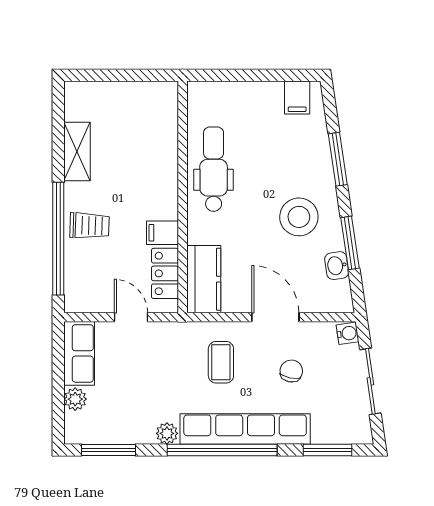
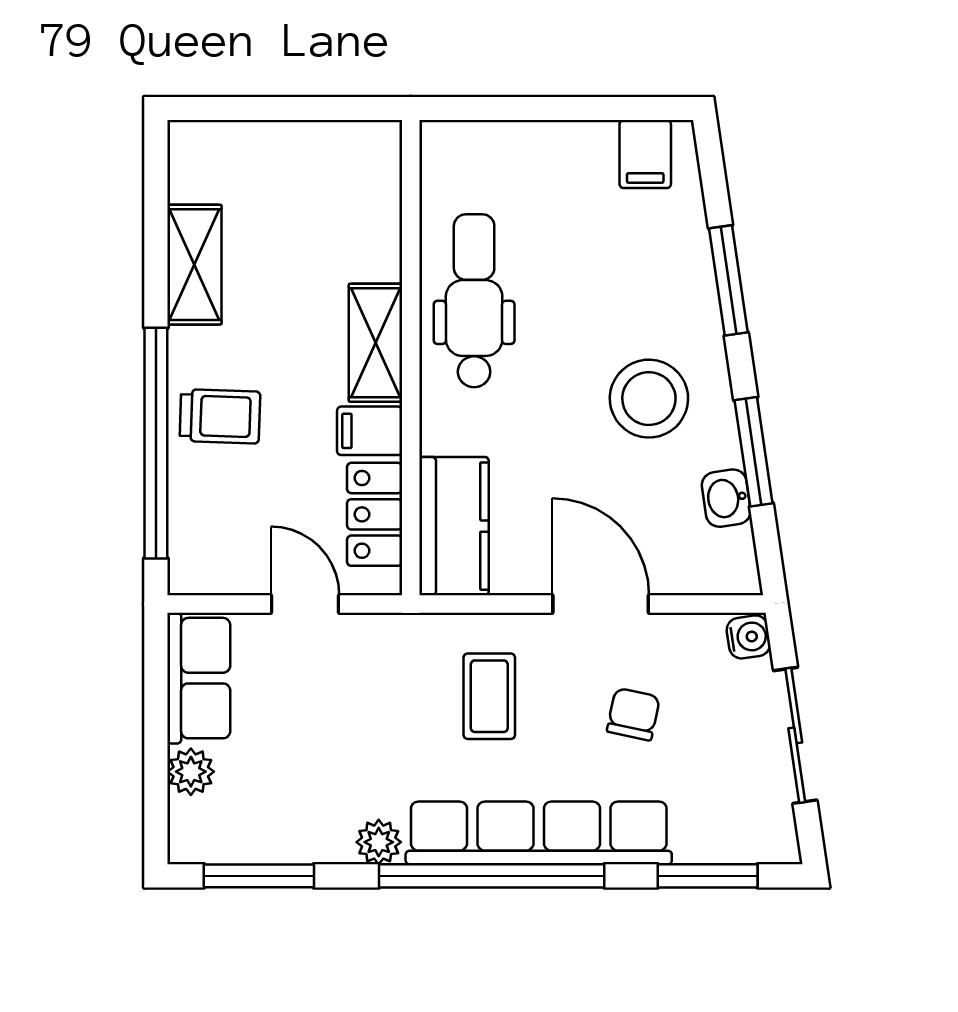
shelving: (165, 190) -> (376, 343), added

